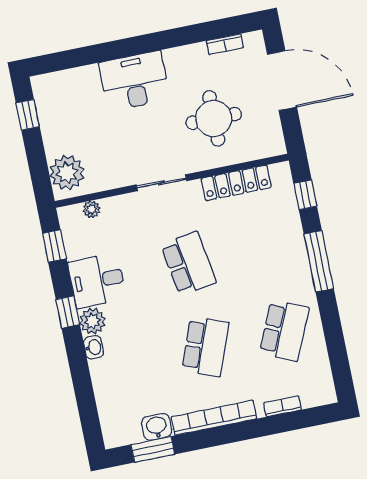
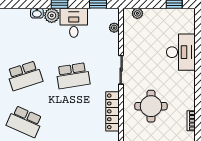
desk: (134, 81) -> (181, 52), moved
plant: (67, 173) -> (137, 13), width x0.53, depth x0.53
school desk: (205, 347) -> (25, 76), turned -39

